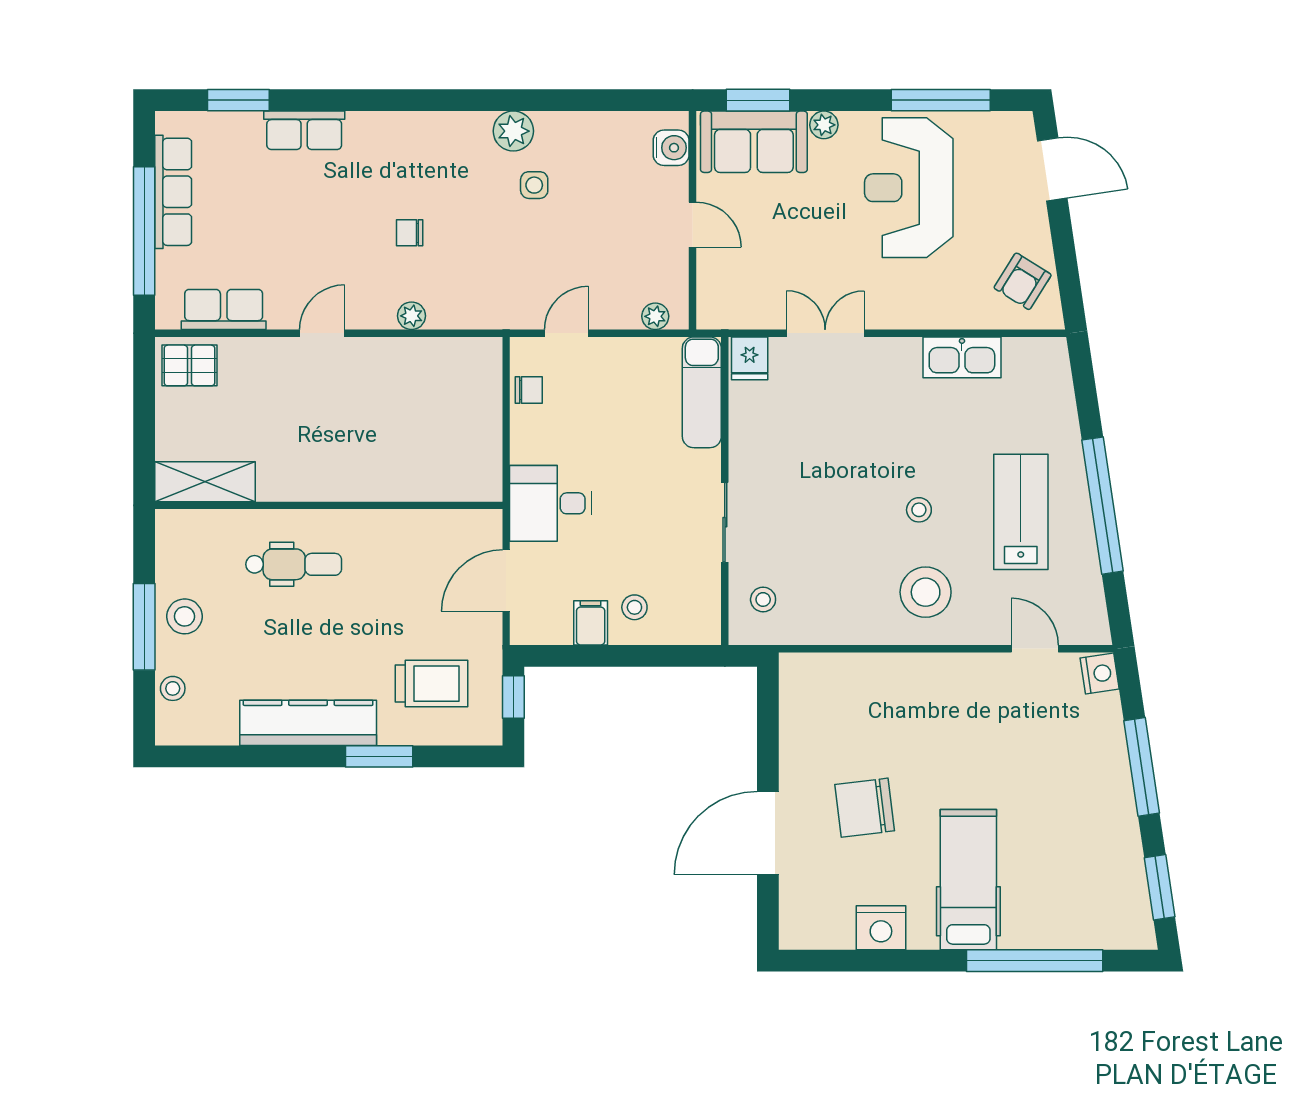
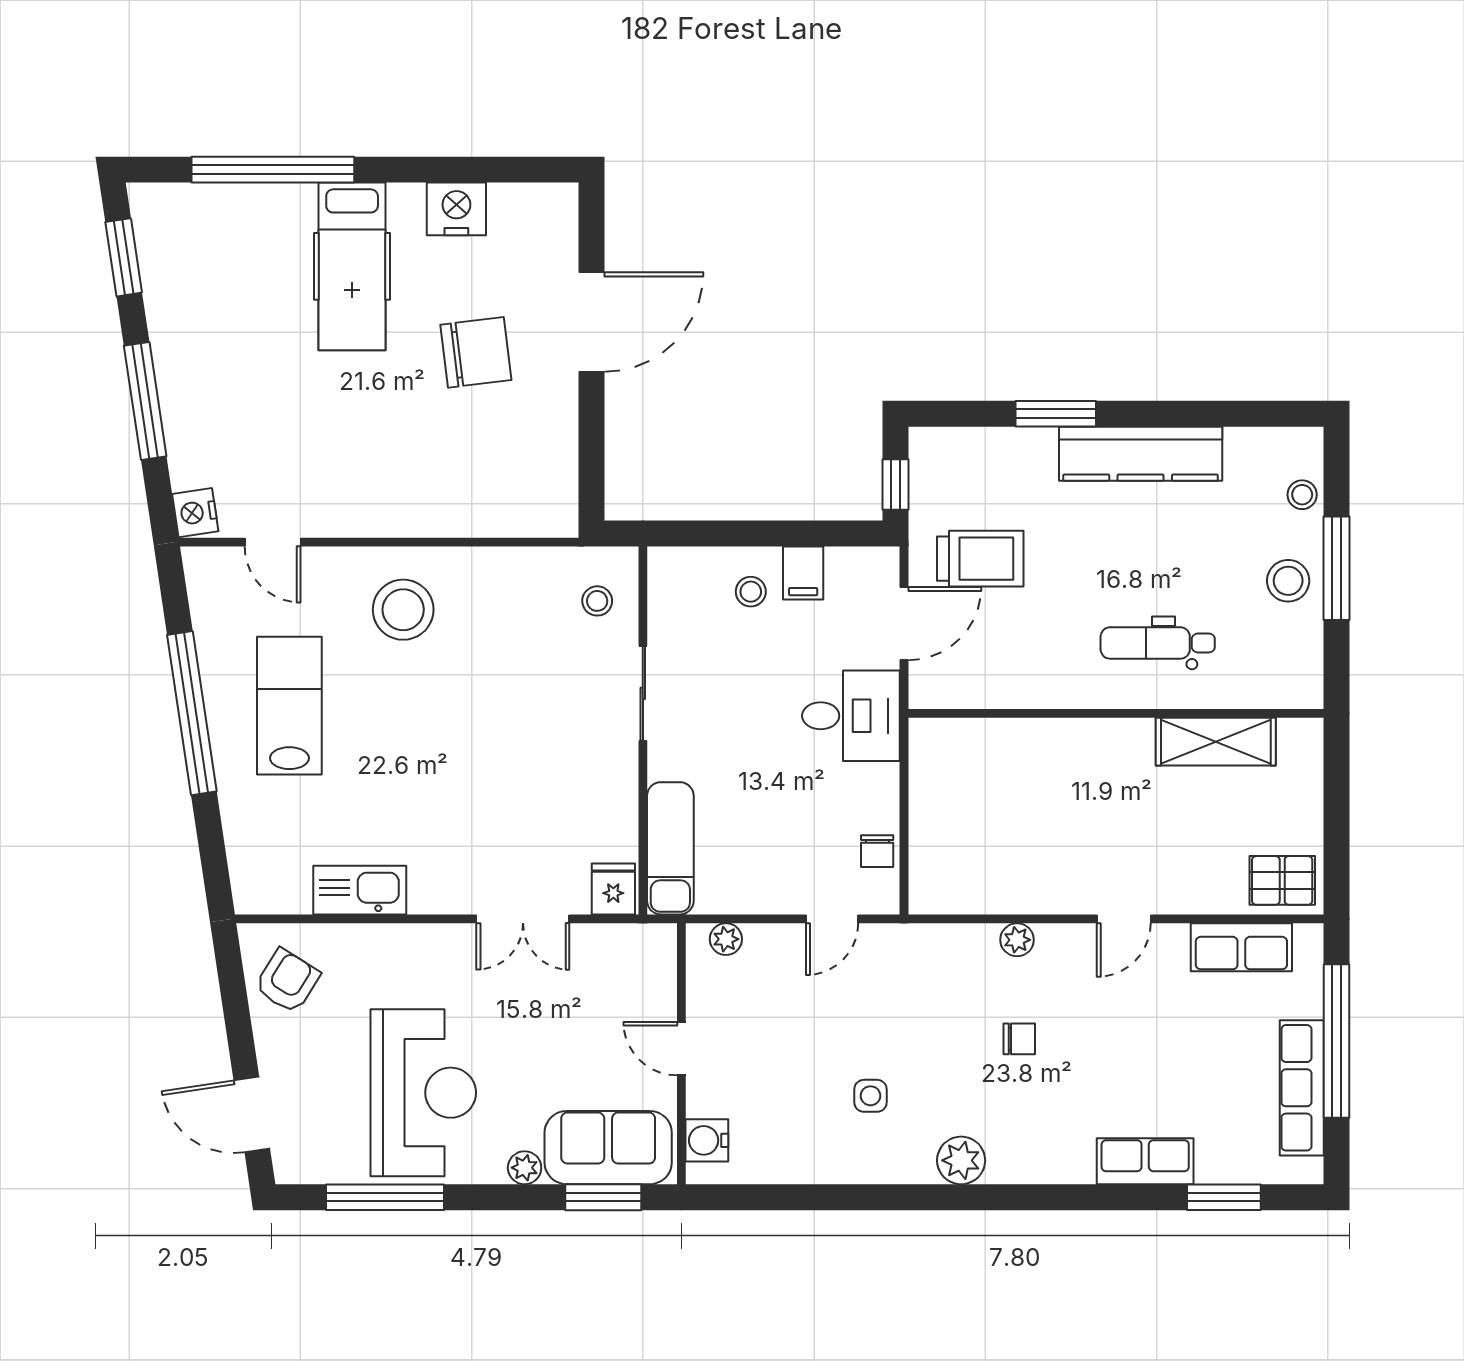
plant: (513, 131) -> (961, 1160), moved
chair: (529, 390) -> (877, 851), turned -90
shelving: (205, 482) -> (1216, 742), moved
stool: (919, 510) -> (411, 708), removed
lab bench: (1021, 512) -> (289, 706), turned 180
trolley: (431, 684) -> (980, 559), moved, turned 180

